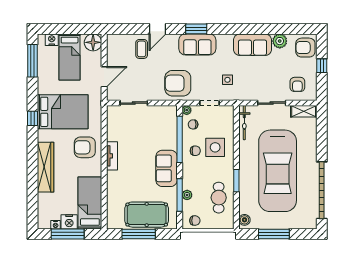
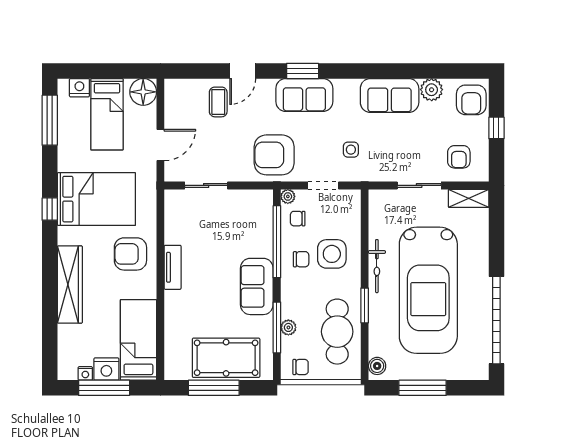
armchair: (305, 48) -> (471, 100), turned -90
bicycle: (244, 123) -> (377, 266), moved
cafe table: (219, 198) -> (337, 332), width x1.37, depth x1.35

